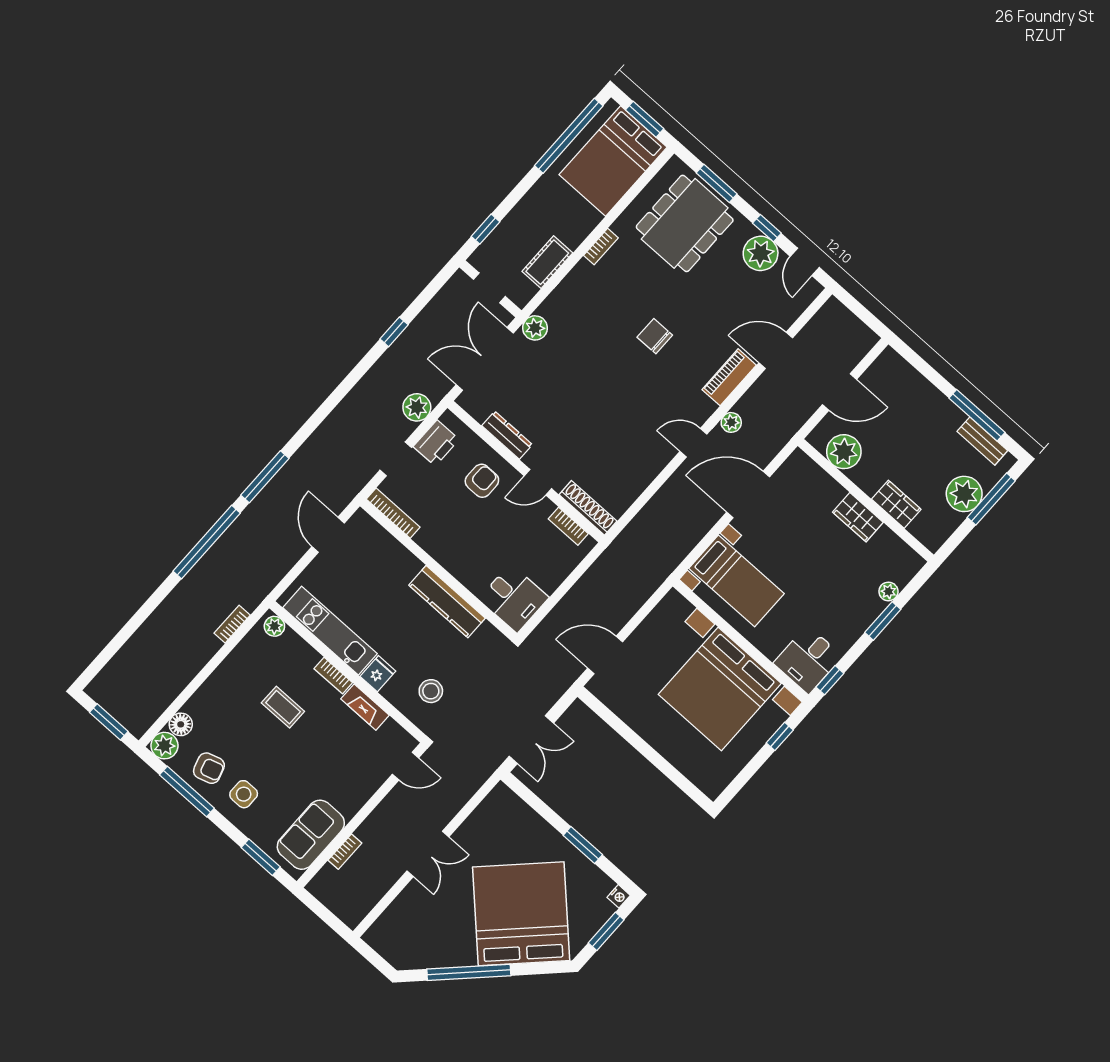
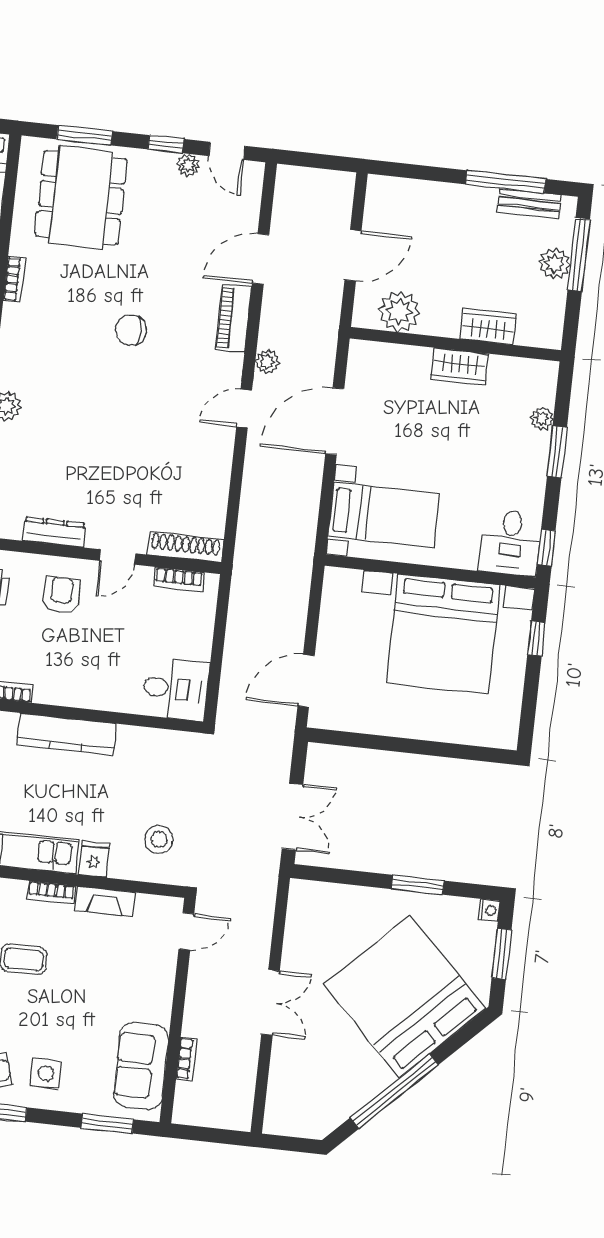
plant: (761, 253) -> (188, 165), width x0.53, depth x0.53
plant: (964, 494) -> (555, 264), width x0.73, depth x0.73
kitchen counter: (447, 602) -> (66, 734), moved

